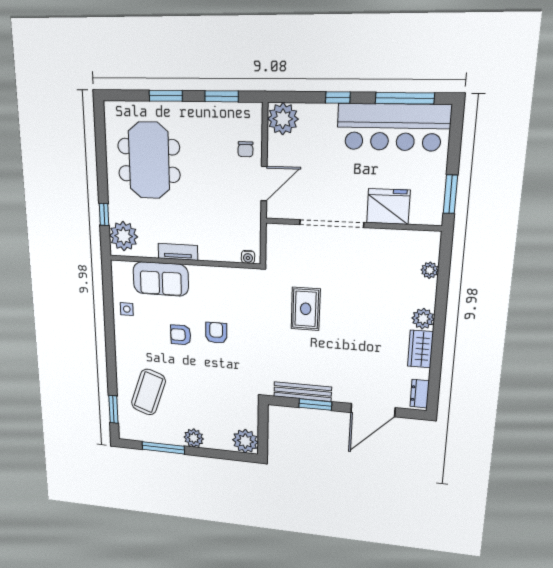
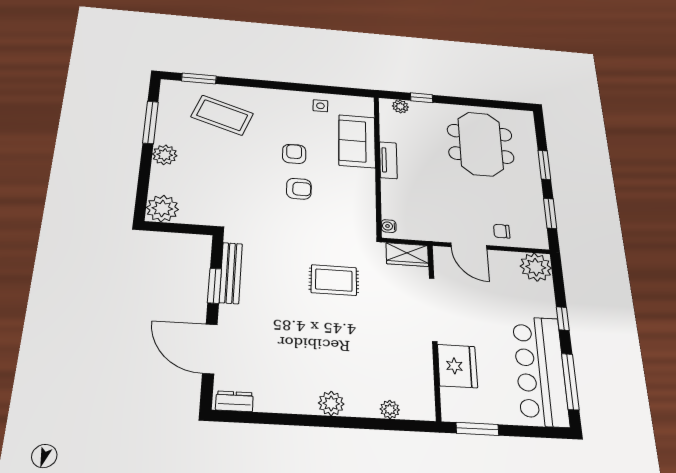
meeting table: (149, 160) -> (480, 144), turned 90
plant: (124, 236) -> (400, 106), width x0.53, depth x0.53
wardrobe: (420, 349) -> (407, 255), moved, turned 180

